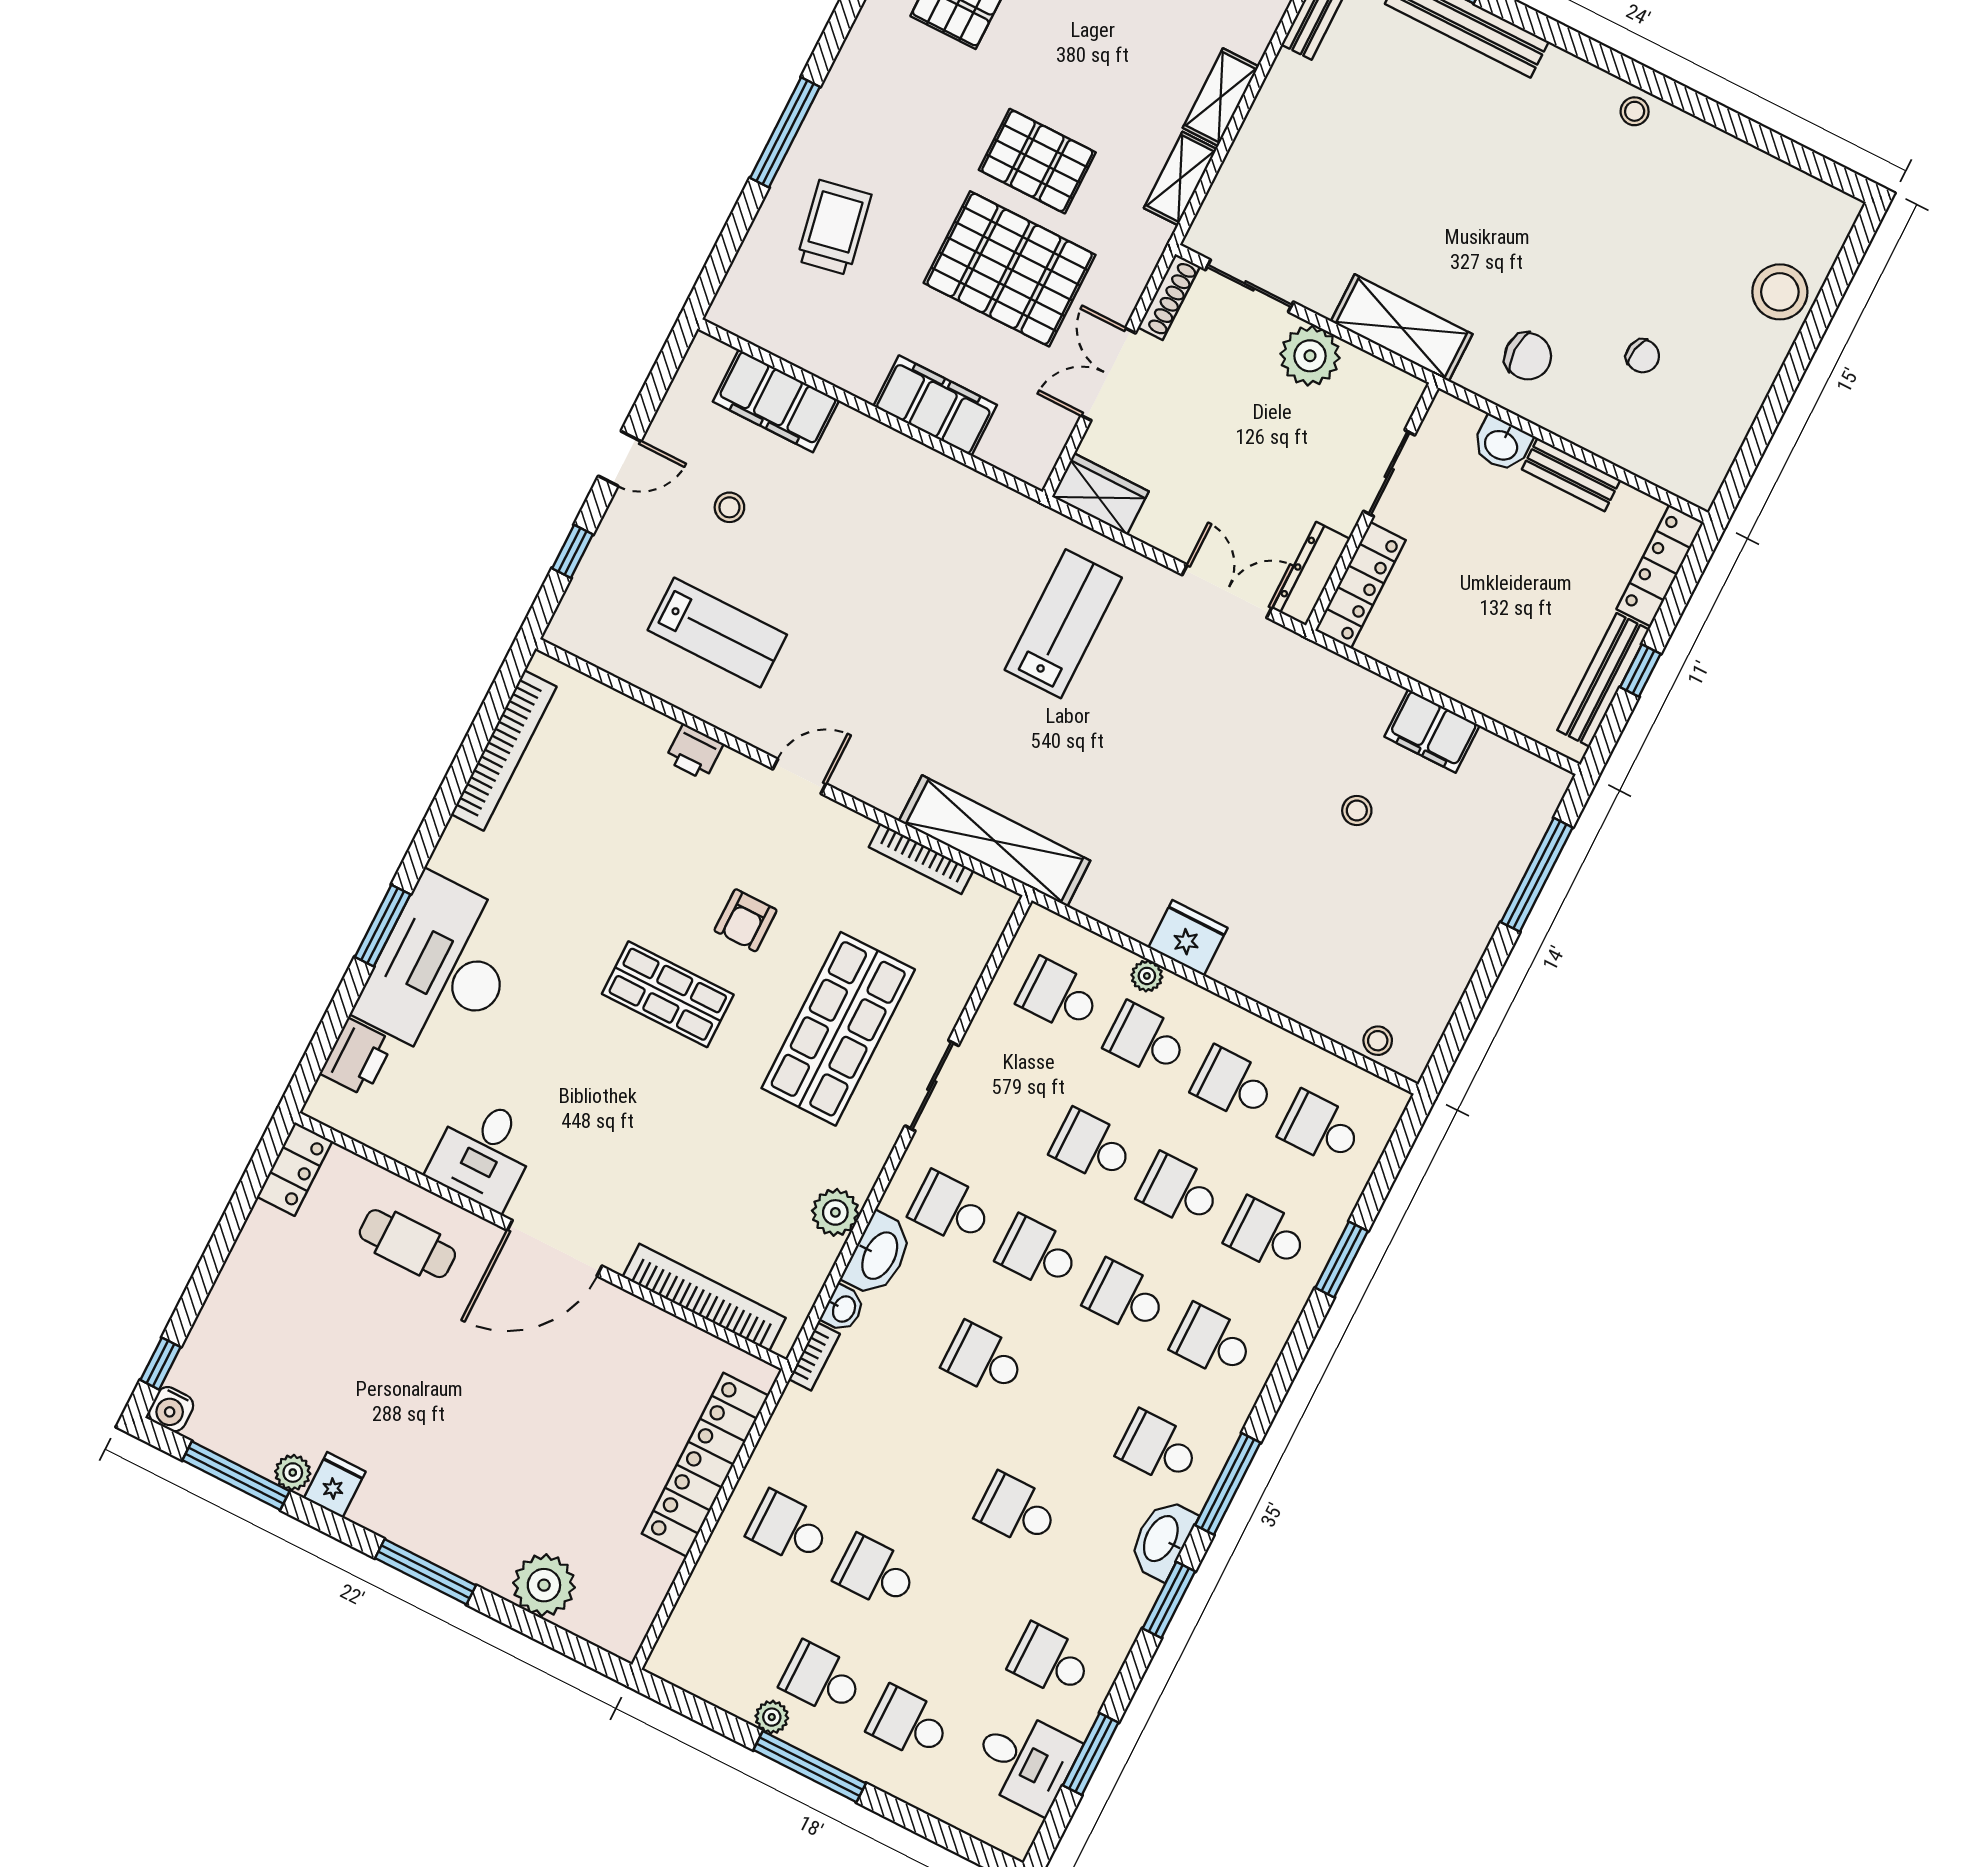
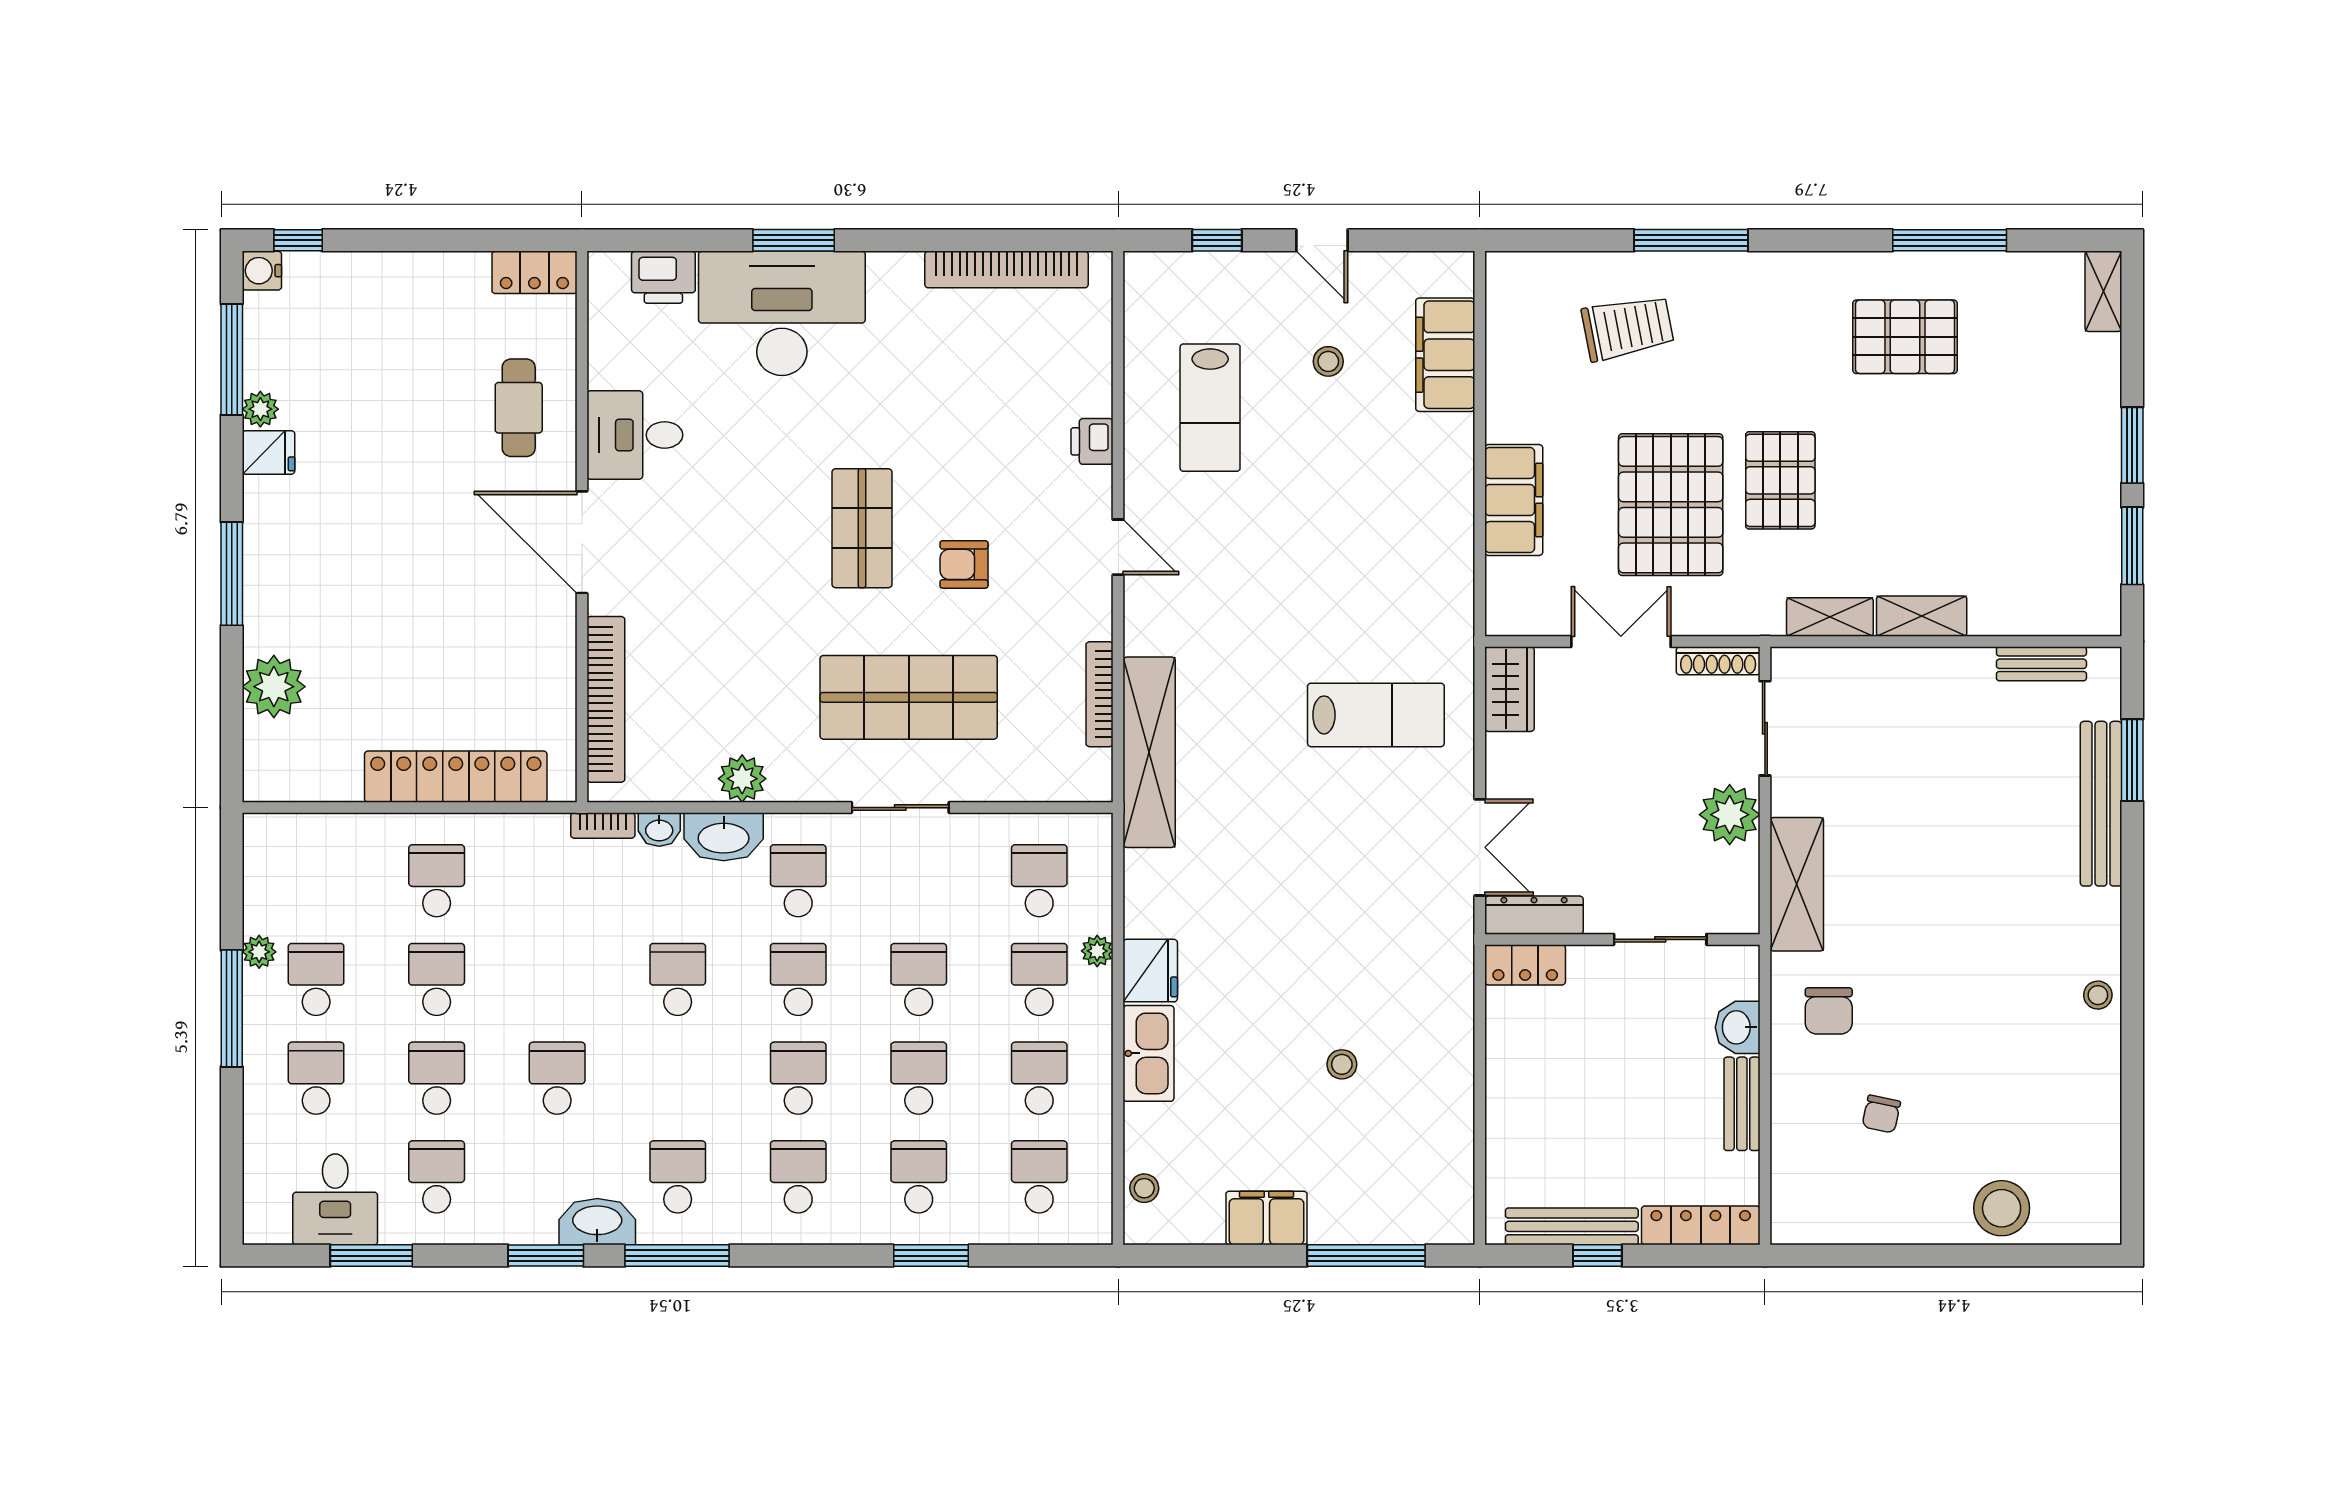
locker: (1361, 585) -> (1525, 965), width x0.66
filing cabinet: (1432, 731) -> (1266, 1218), moved, turned 90
kitchen sink: (1260, 976) -> (1149, 1053), added
school desk: (963, 1617) -> (437, 1078), added

